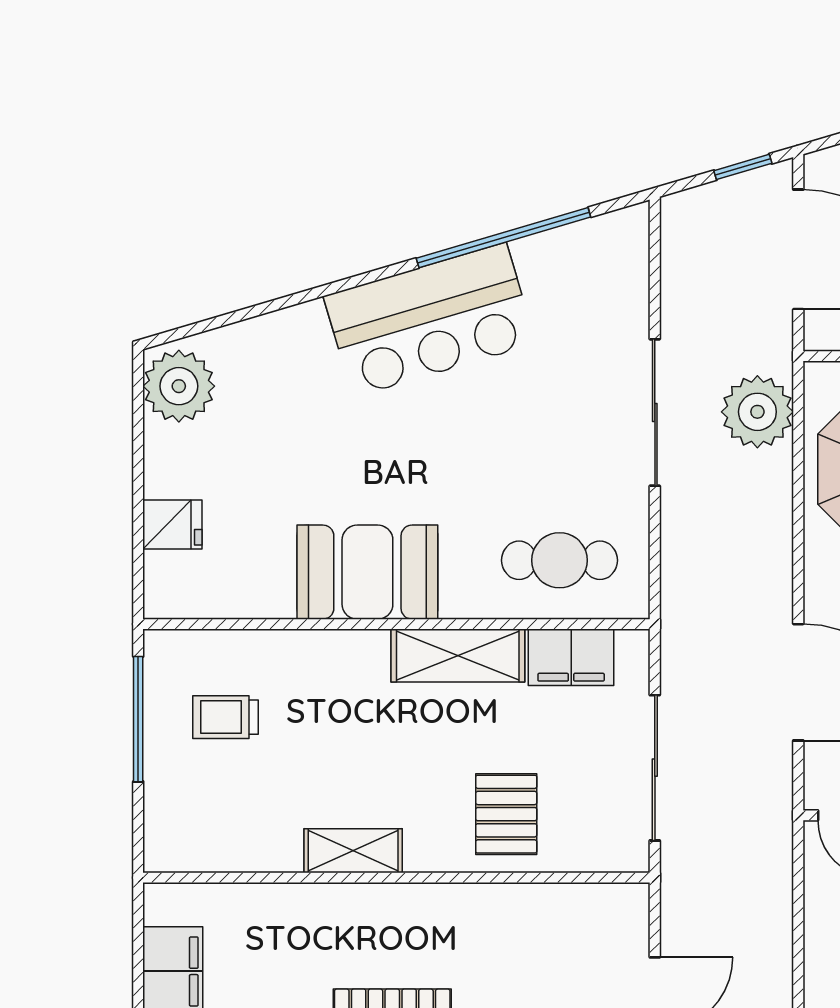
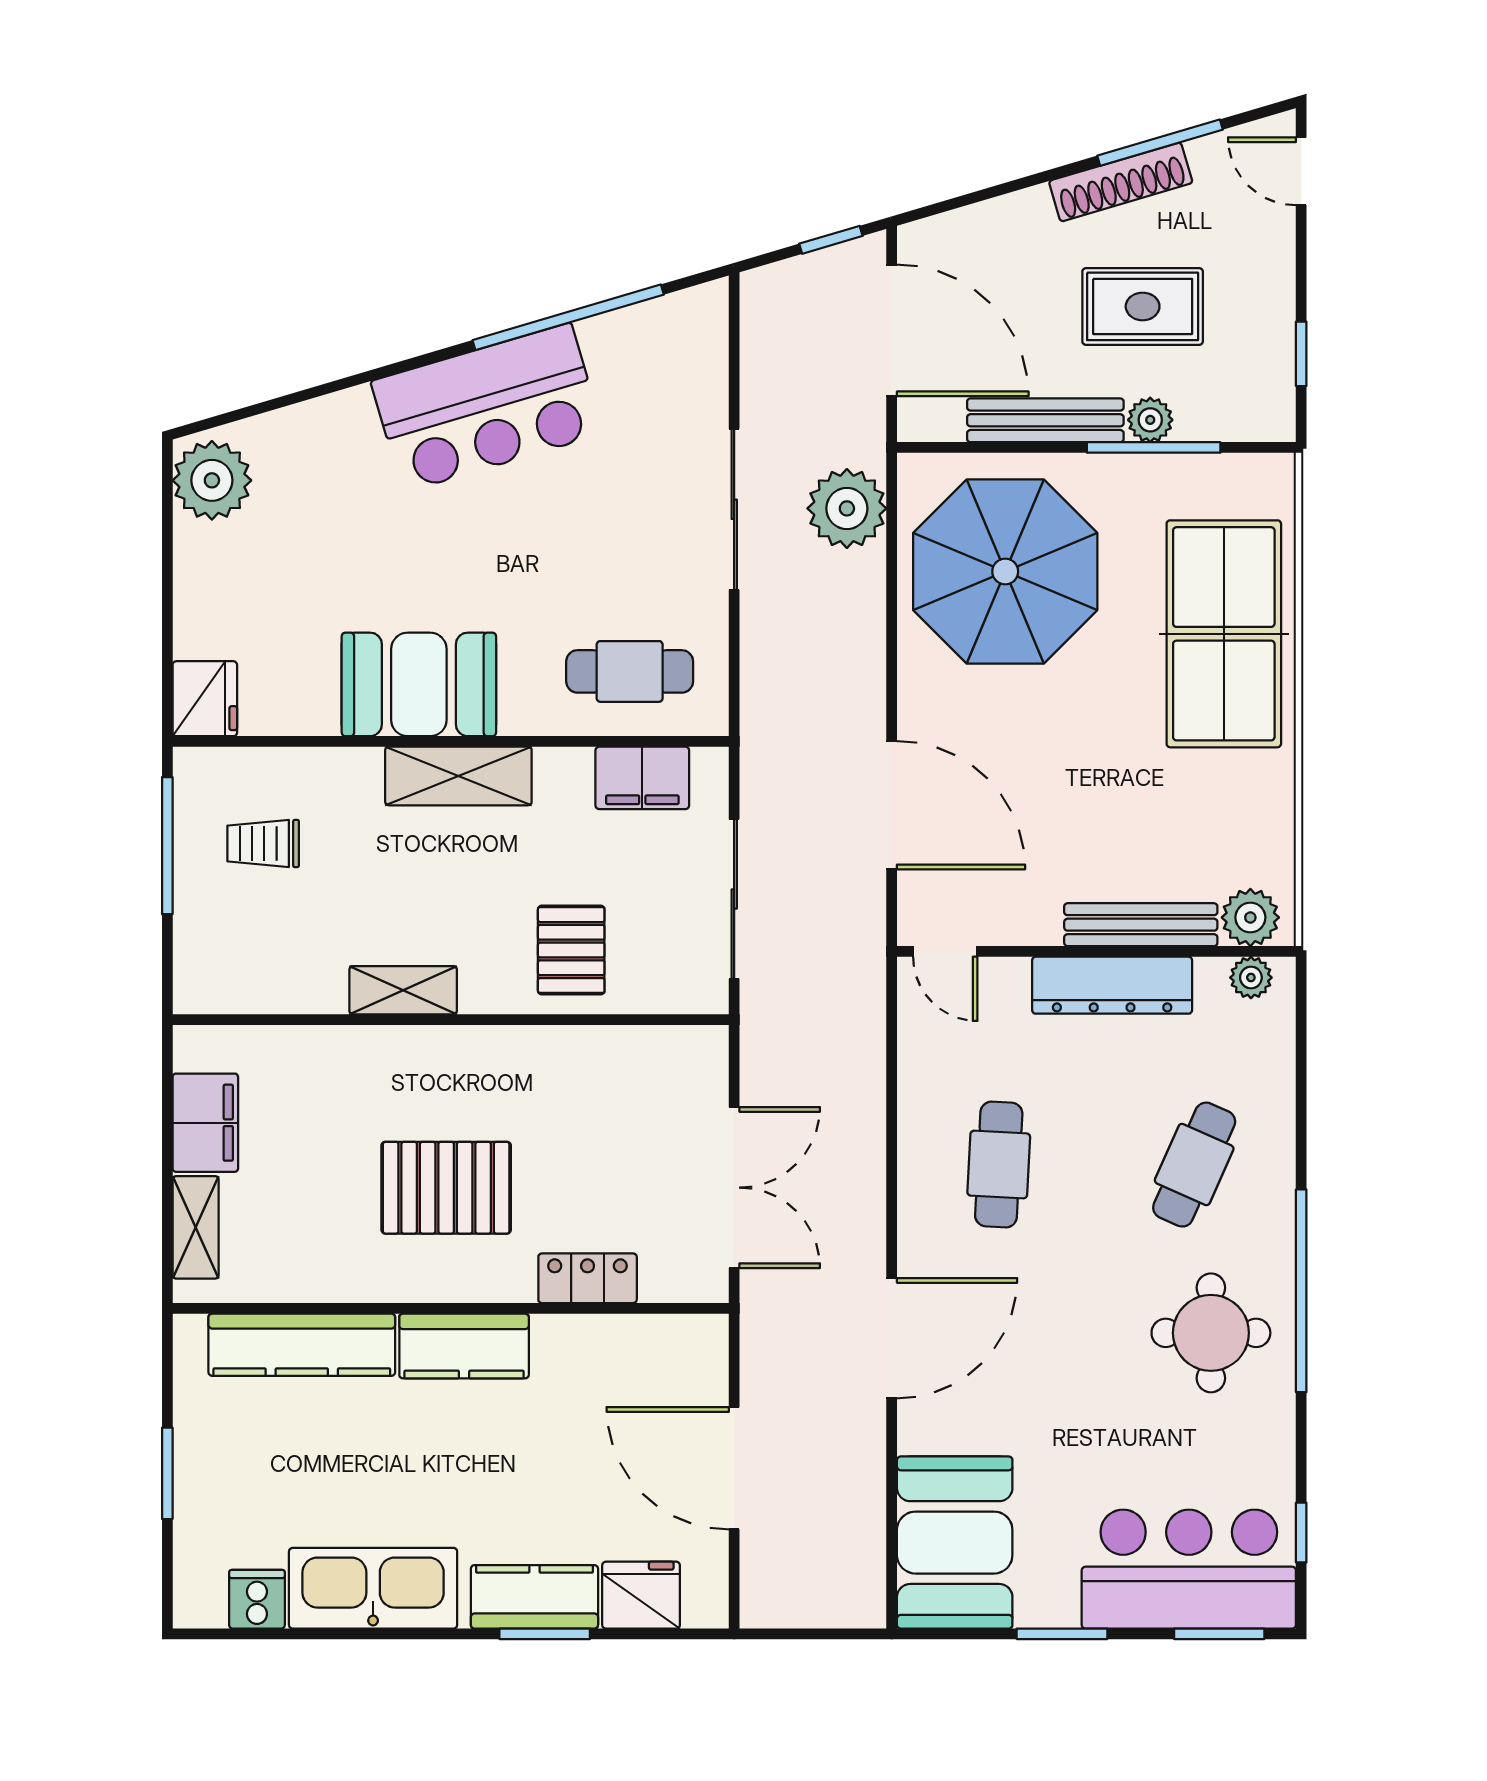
fridge: (172, 524) -> (205, 699), moved, width x1.38
shelving: (458, 656) -> (458, 776), moved

